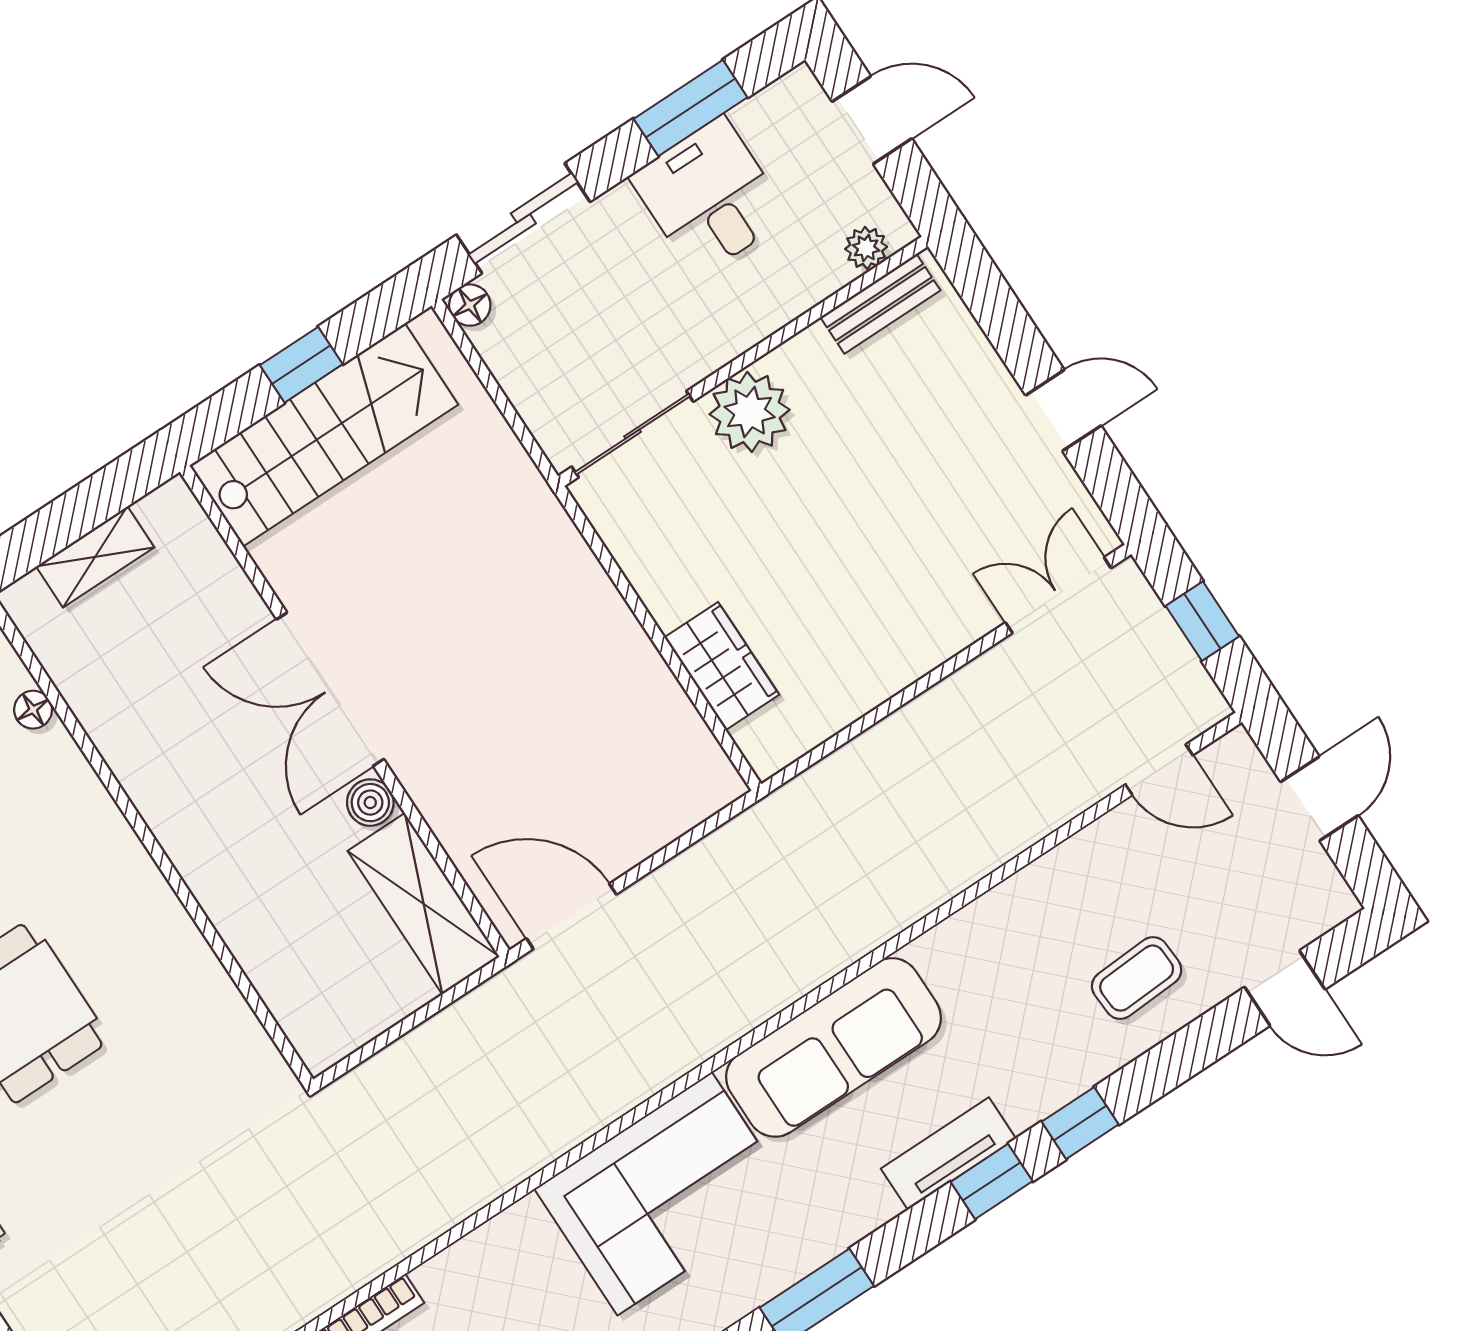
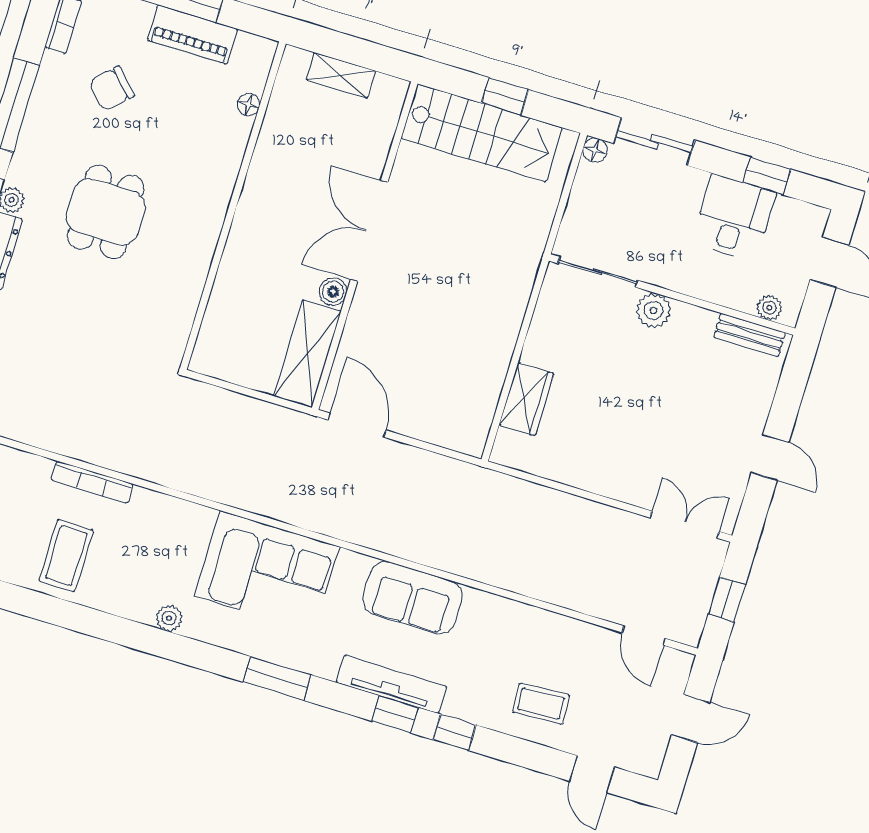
window: (691, 108) -> (767, 176), width x0.67
plant: (750, 412) -> (653, 310), width x0.73, depth x0.73
sofa: (834, 1047) -> (413, 598), width x0.73
tv unit: (948, 1154) -> (391, 684), width x1.41

